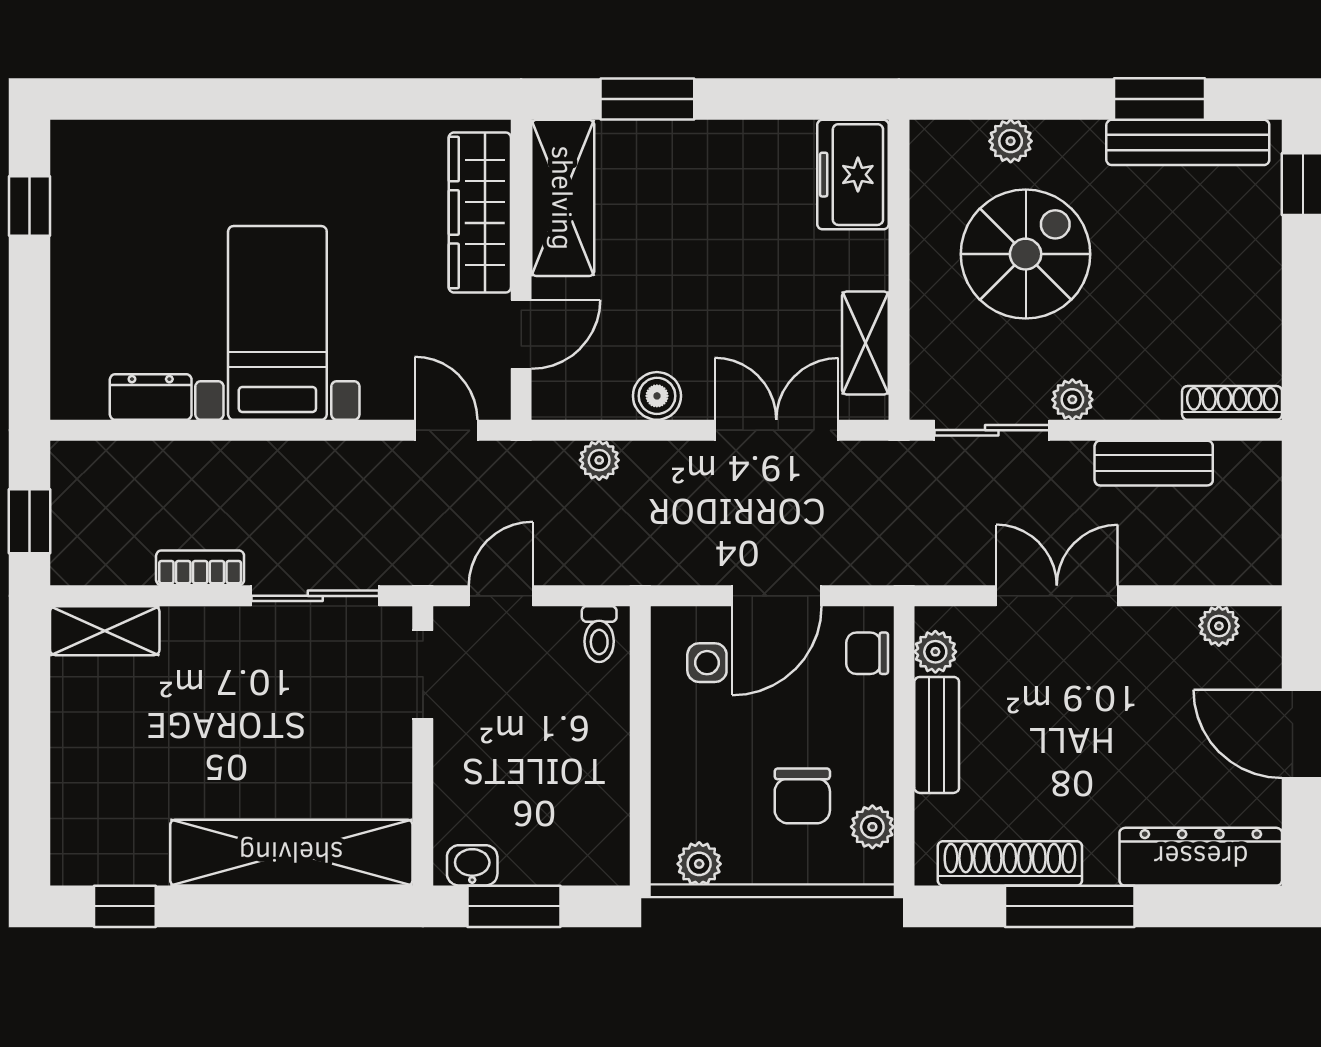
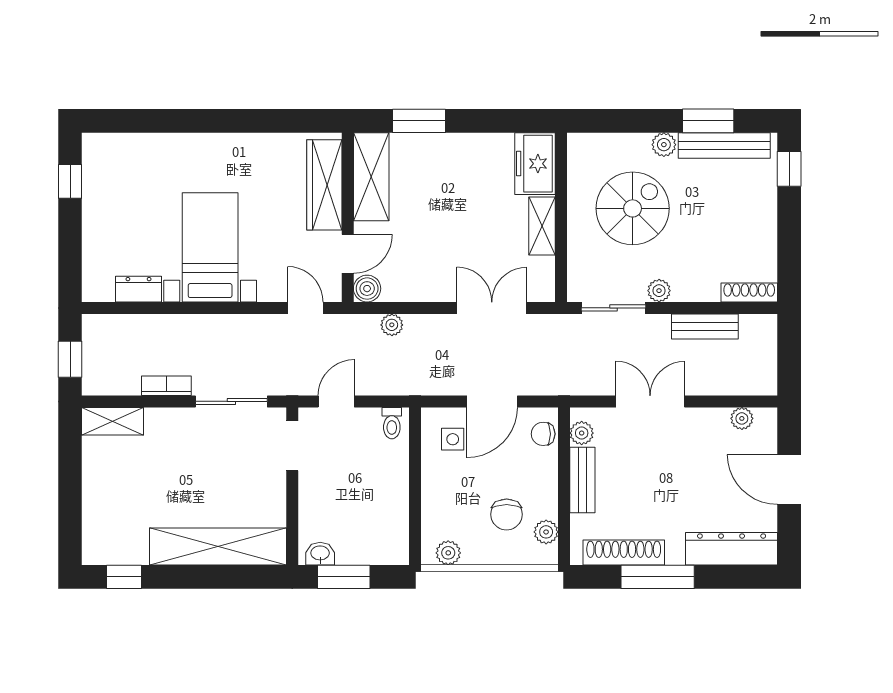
plant: (1011, 141) -> (664, 145), moved
shelving: (865, 343) -> (542, 226), moved
boiler: (657, 396) -> (367, 289), moved

